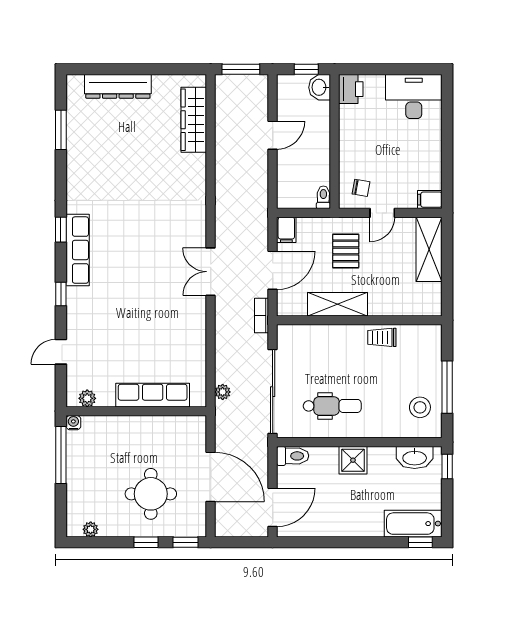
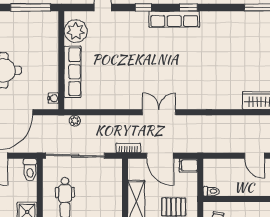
plant: (87, 398) -> (76, 31), width x1.88, depth x1.88
water cooler: (73, 423) -> (53, 98), moved

